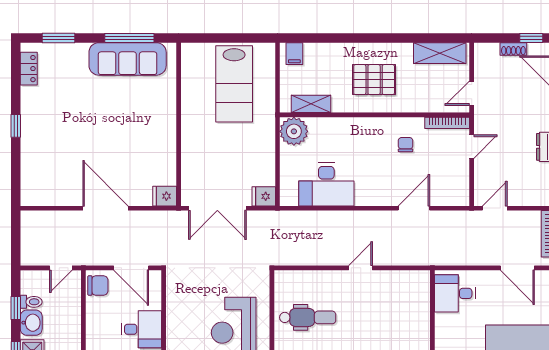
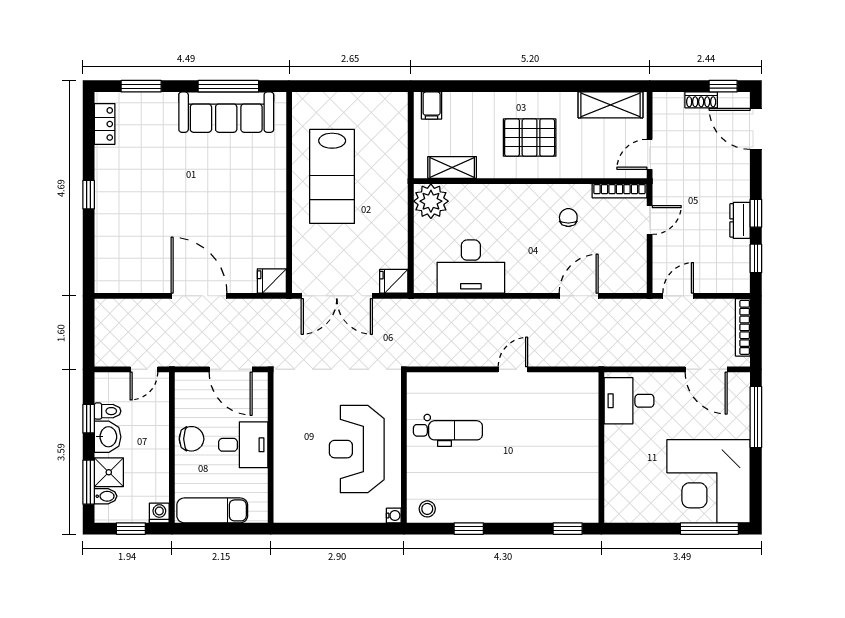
lab bench: (234, 84) -> (332, 176), moved
chair: (98, 285) -> (192, 439), moved

